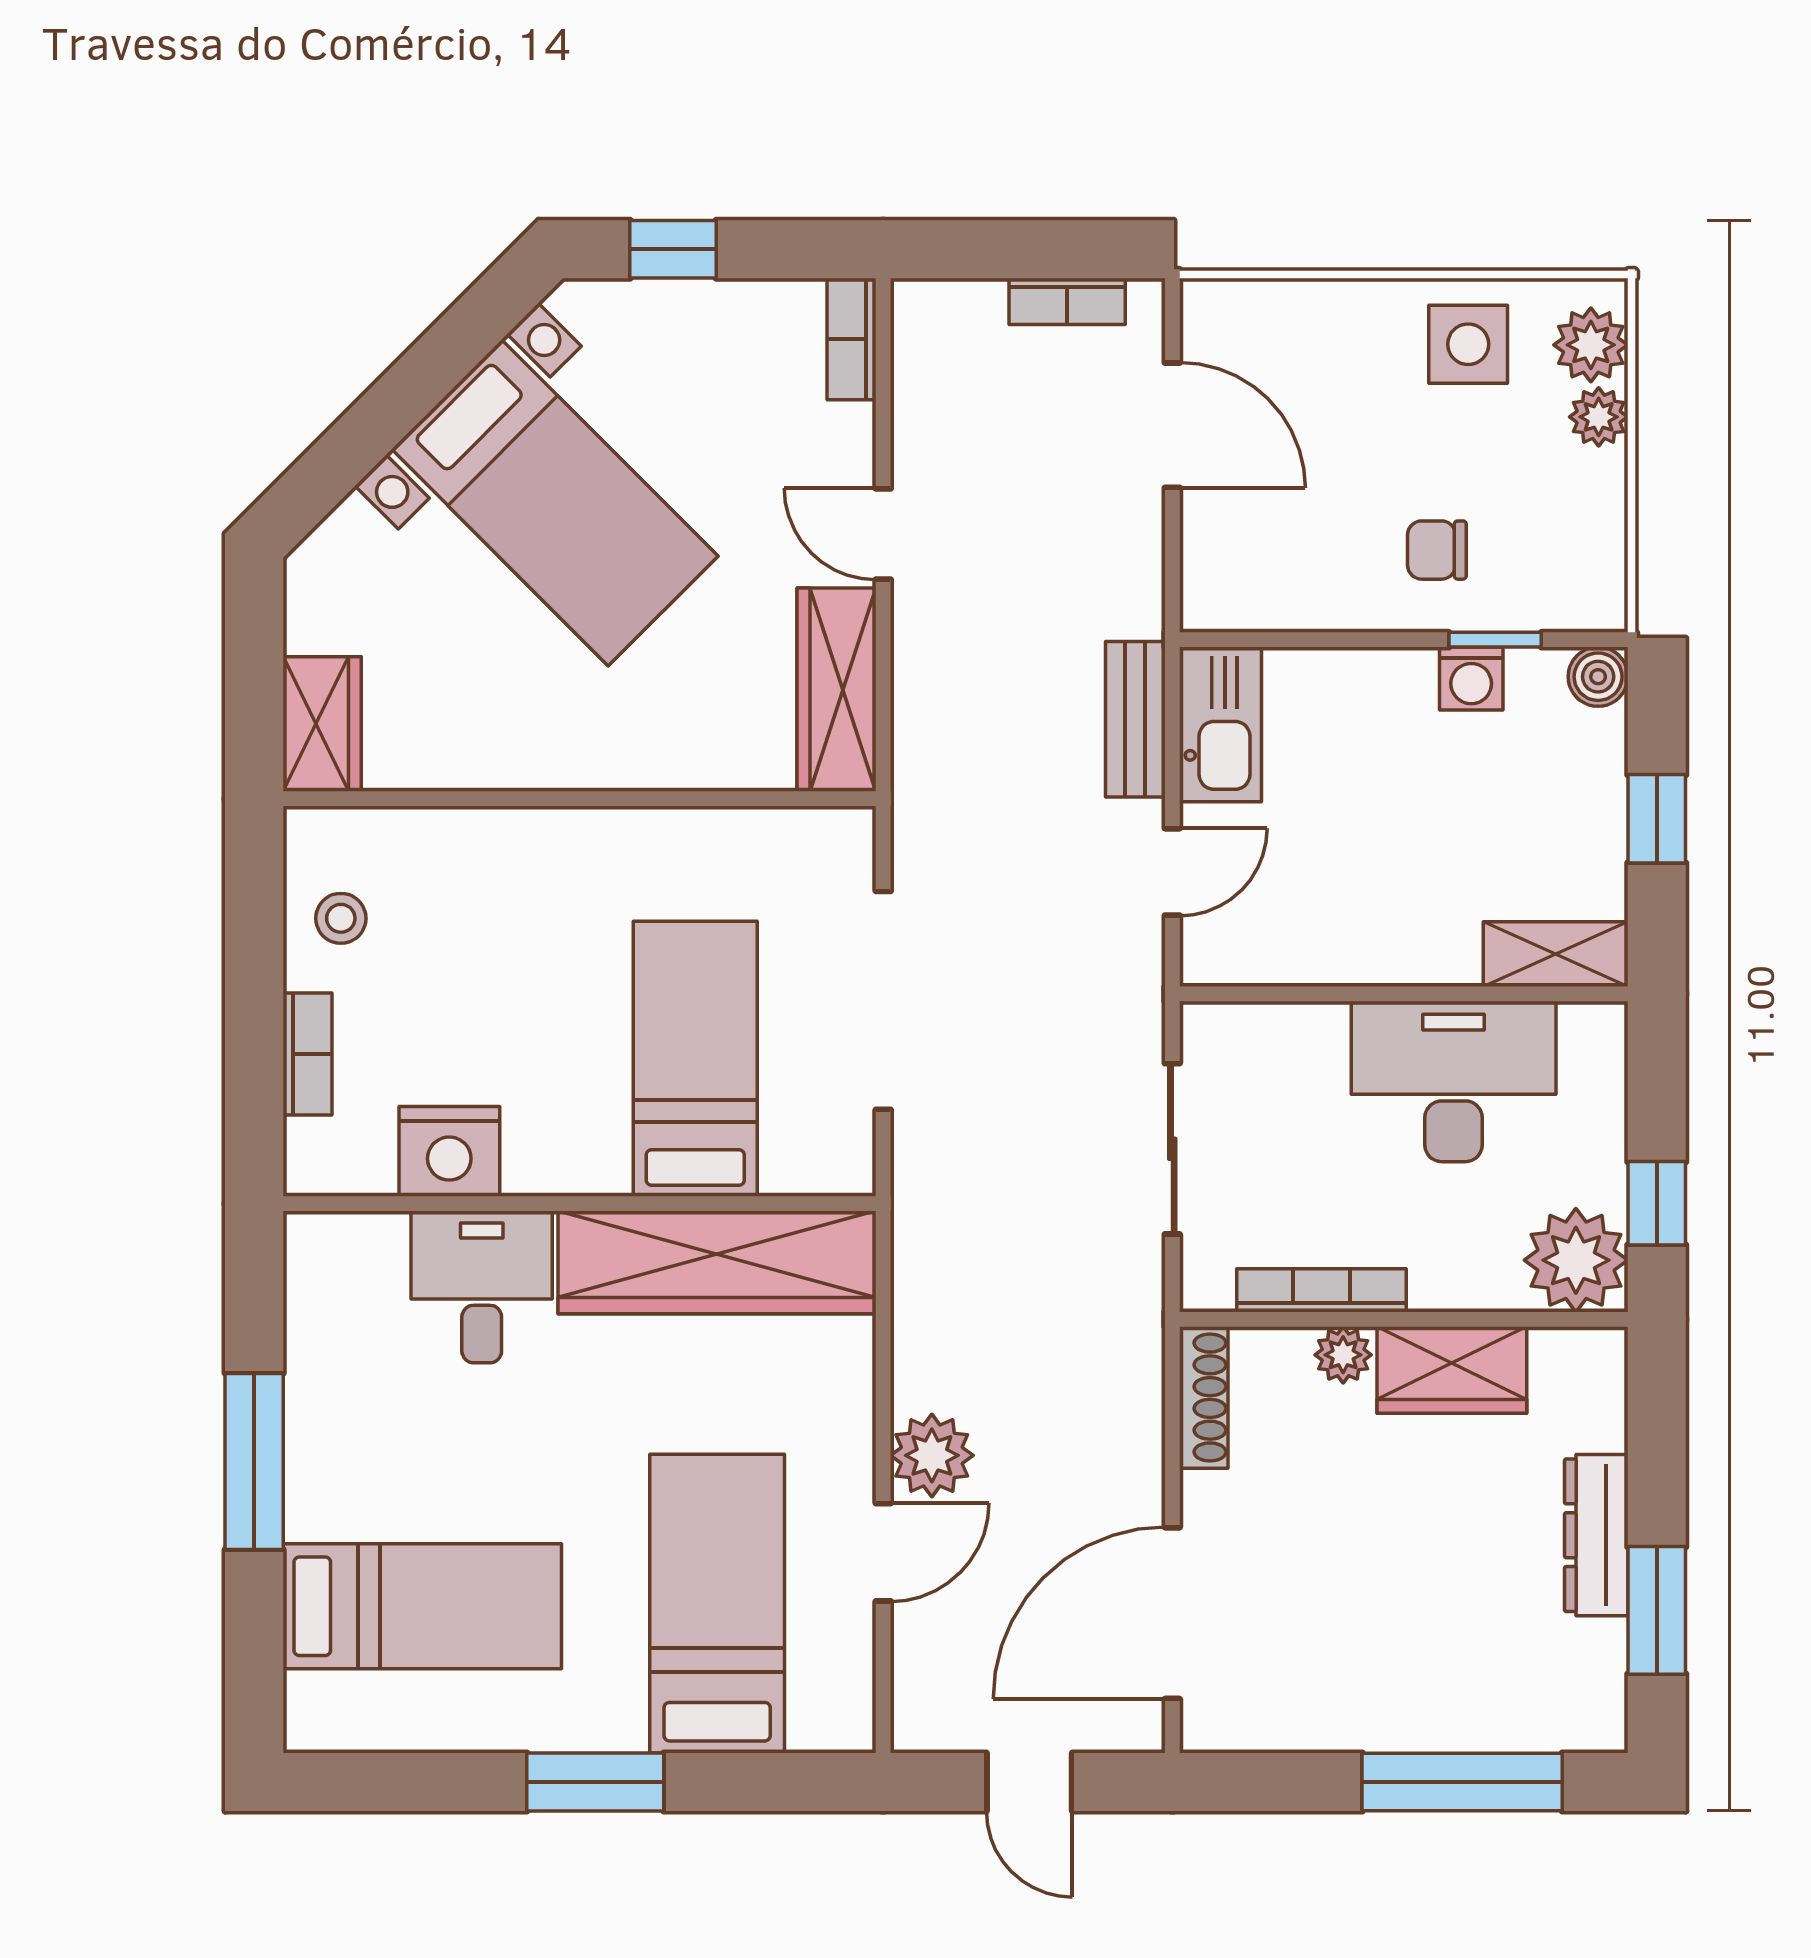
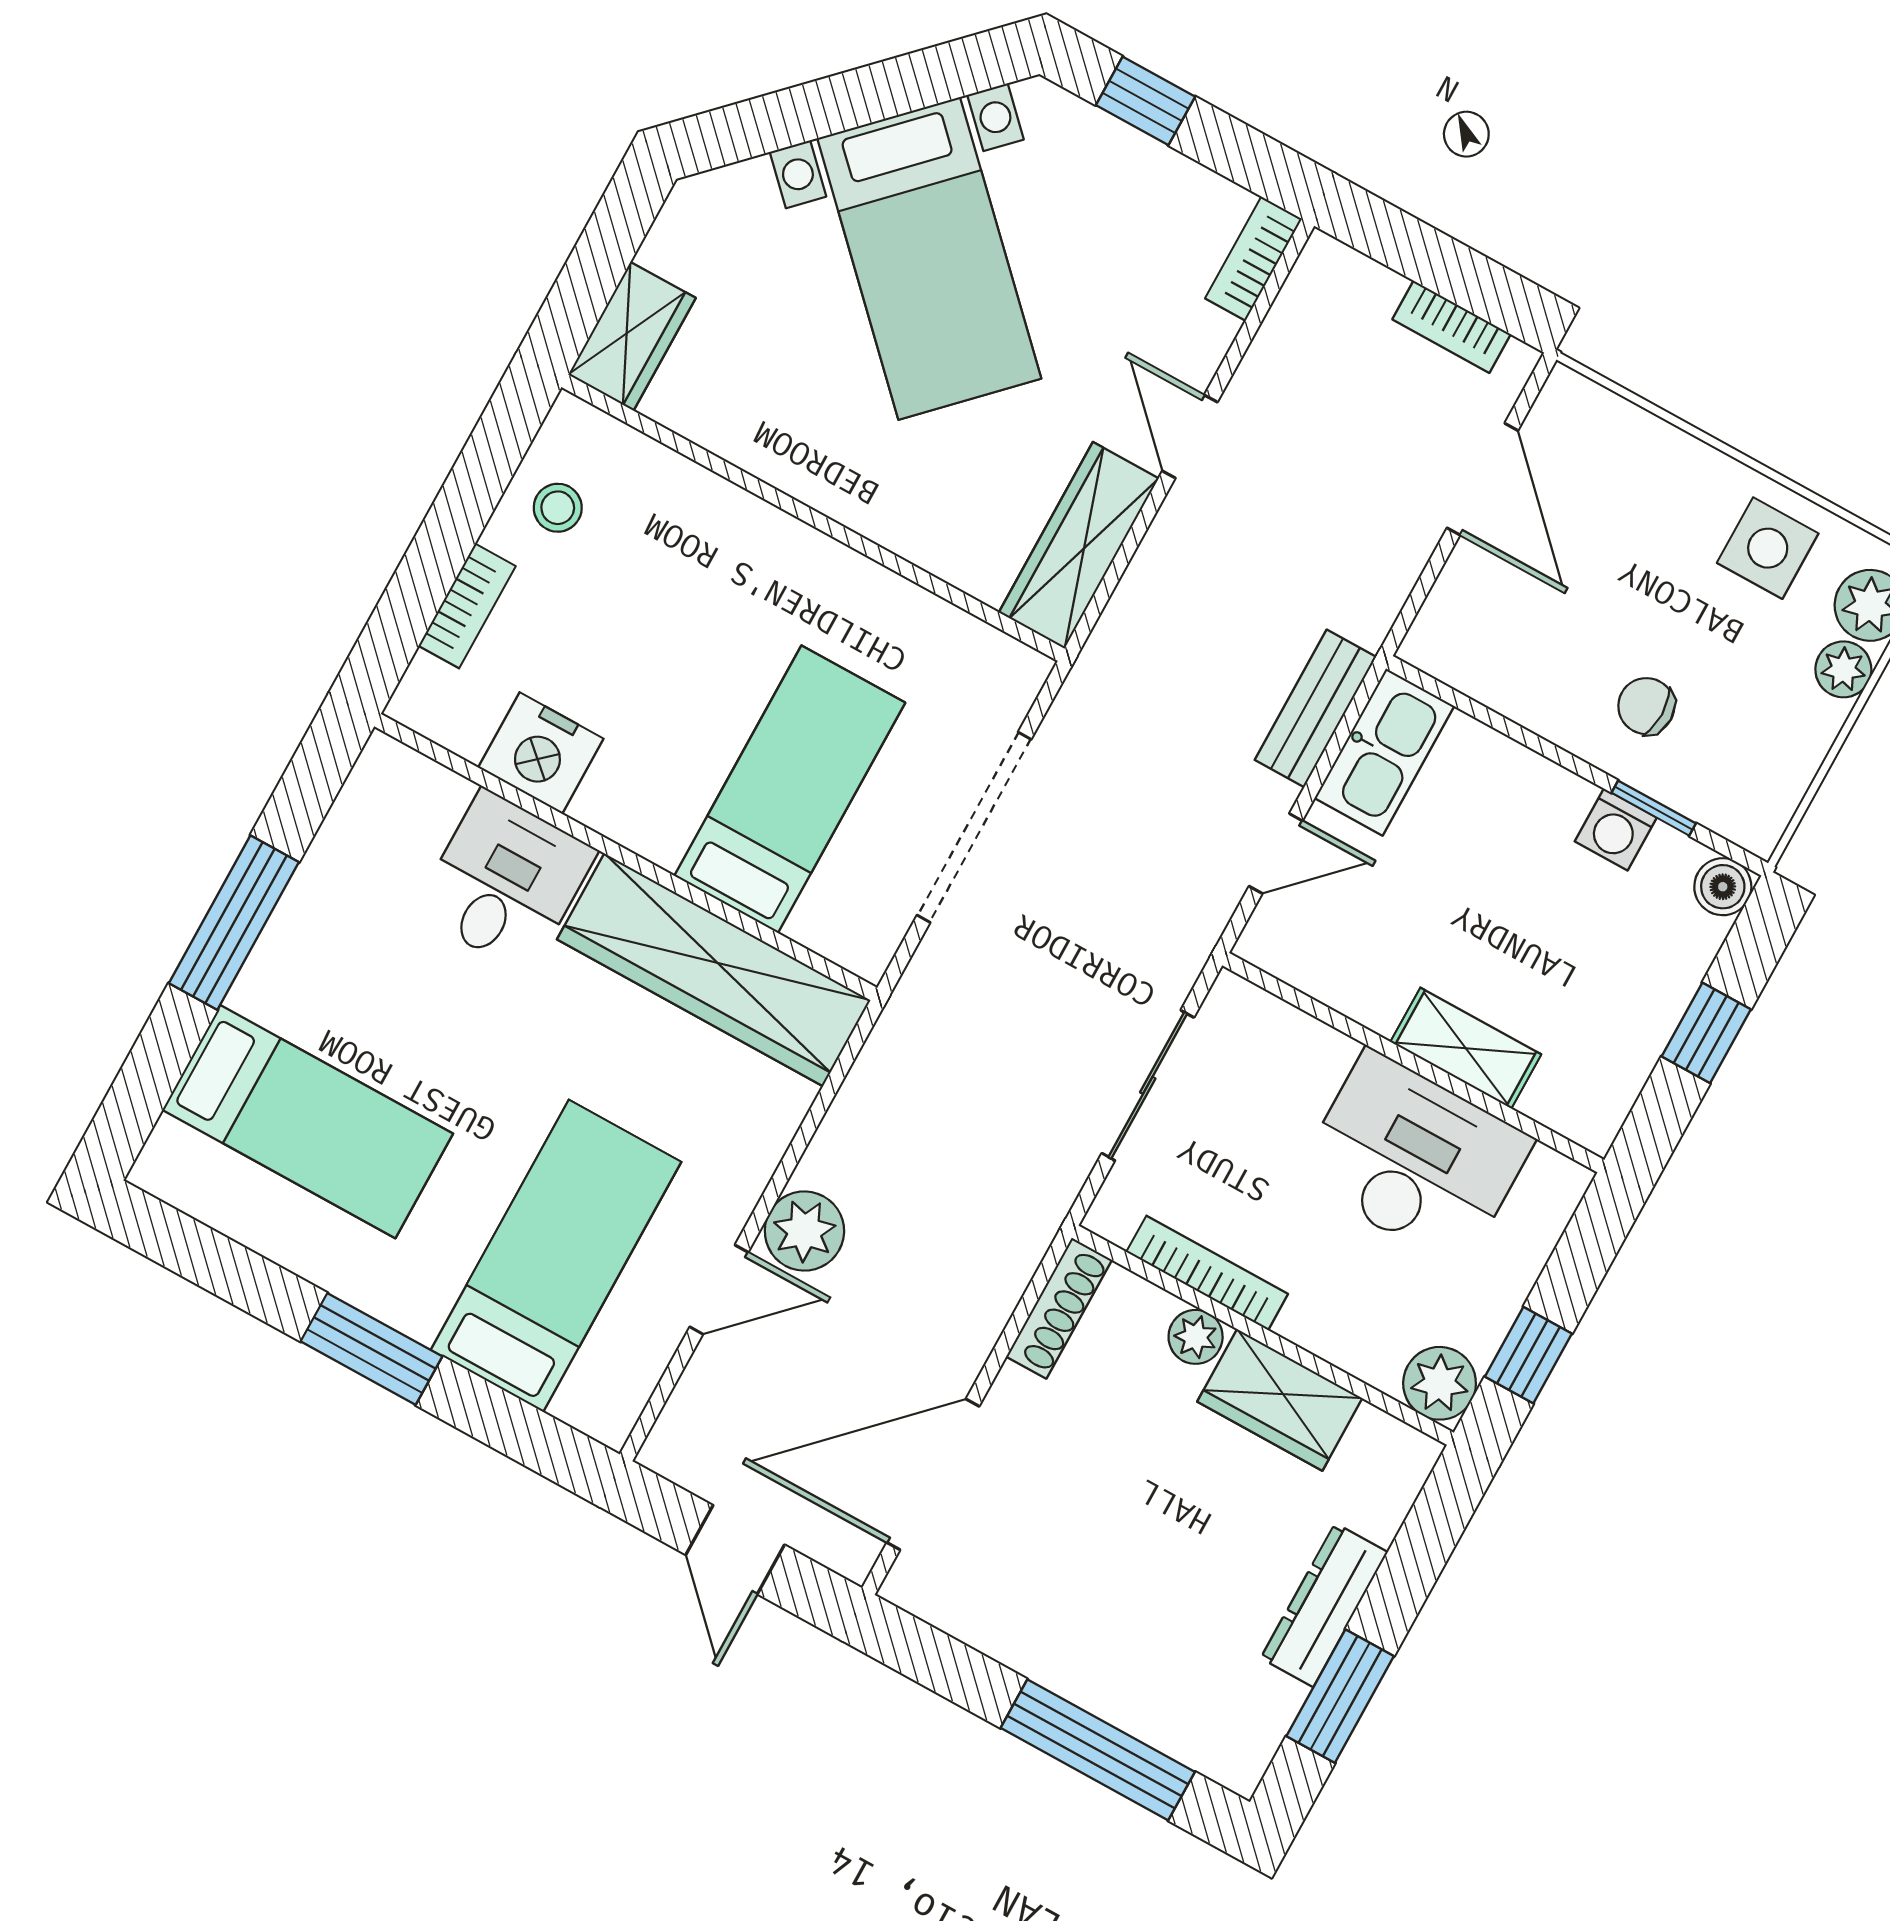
shelving: (1556, 954) -> (1466, 1048), moved
plant: (1576, 1260) -> (1440, 1383), width x0.73, depth x0.73

